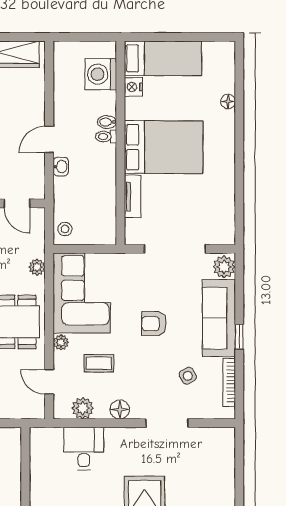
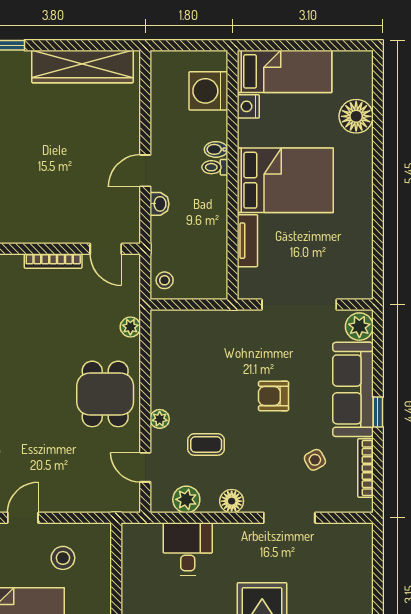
floor lamp: (228, 101) -> (356, 116), width x1.89, depth x1.89
corner sofa: (82, 293) -> (185, 358), removed

